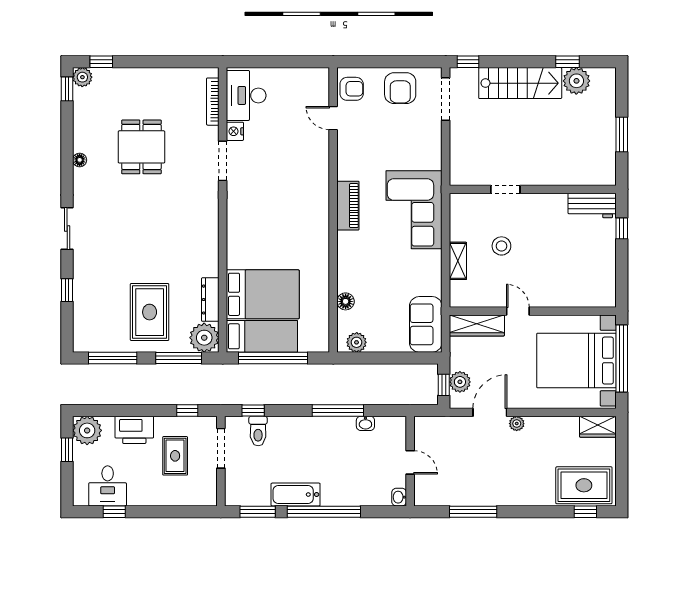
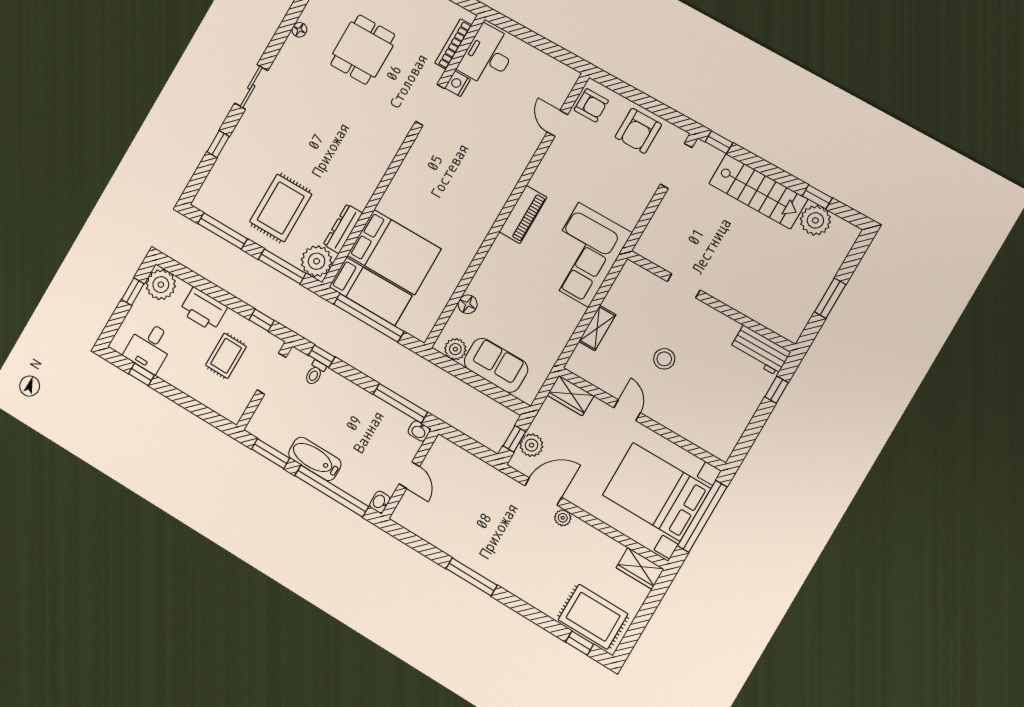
stool: (501, 246) -> (664, 359), moved
sofa: (426, 324) -> (496, 365), moved, turned 90
wardrobe: (477, 325) -> (571, 396), width x0.67
toilet: (258, 431) -> (315, 373), width x0.73, depth x0.72
wall: (410, 461) -> (410, 474), moved
door: (410, 462) -> (409, 475), moved
washbasin: (399, 497) -> (380, 502), moved

